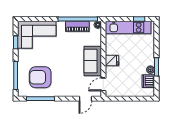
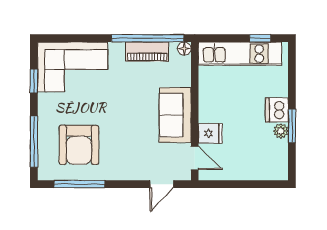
fridge: (112, 60) -> (210, 133), moved
armchair: (40, 77) -> (79, 145), turned -90
dishwasher: (148, 81) -> (277, 110), moved
door: (103, 84) -> (195, 158), swing flipped

